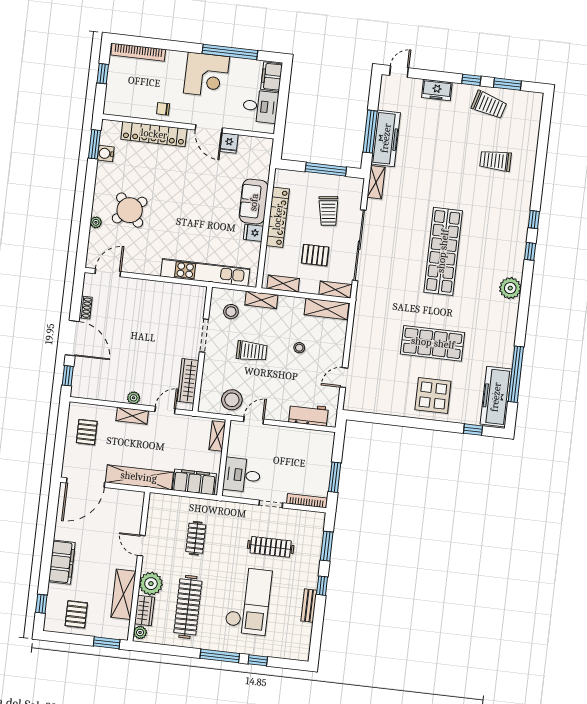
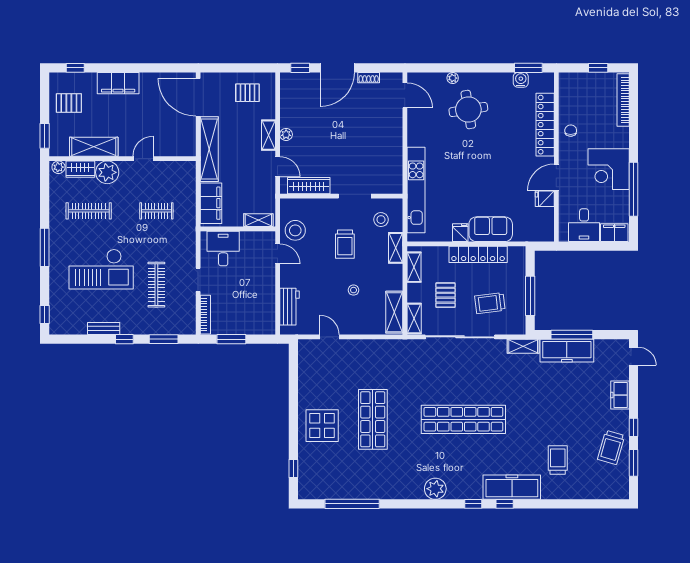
round table: (130, 210) -> (468, 109), turned 31
freezer: (496, 397) -> (512, 487), moved
clothes rail: (188, 607) -> (89, 211), width x0.73, depth x0.76
window: (258, 660) -> (45, 314), moved

